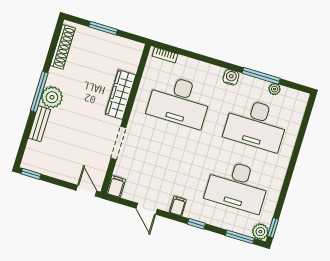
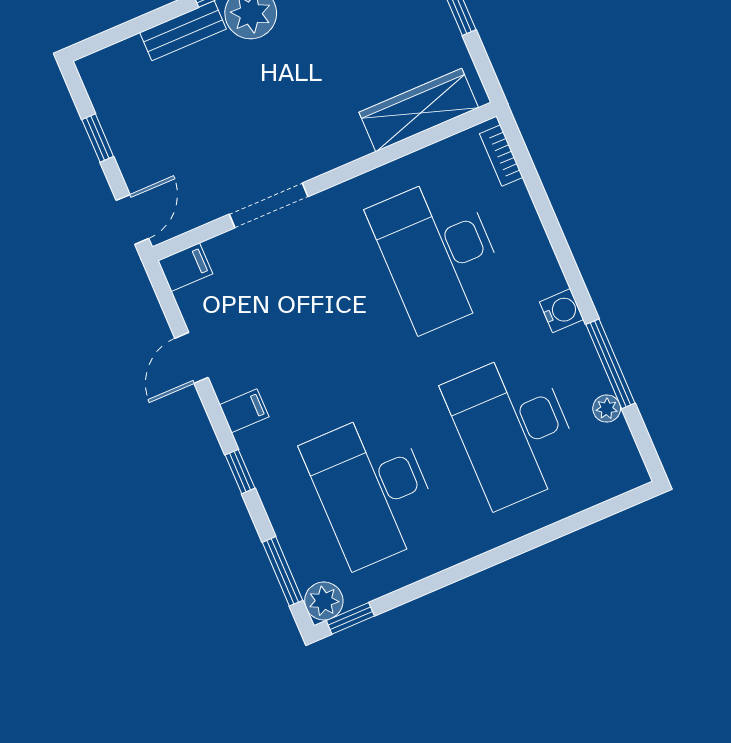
wardrobe: (120, 95) -> (419, 110), moved
window: (31, 174) -> (98, 138), moved

